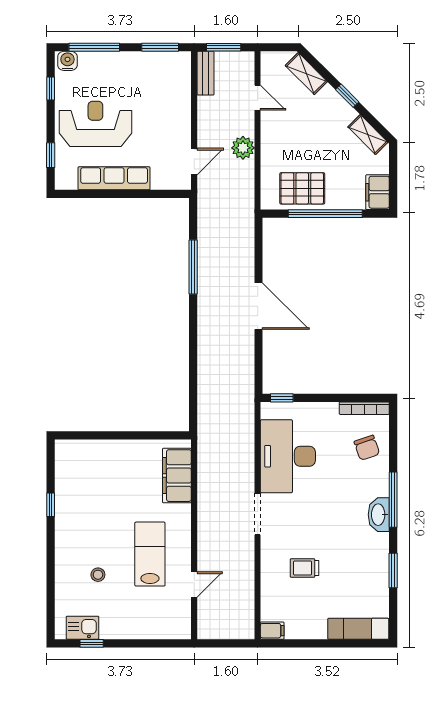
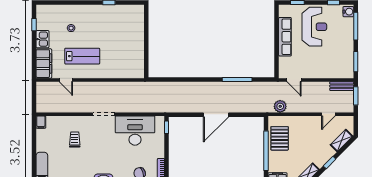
plant: (243, 148) -> (280, 106), moved
filing cabinet: (177, 476) -> (44, 64), moved, turned 90
kitchen sink: (83, 628) -> (42, 39), moved

